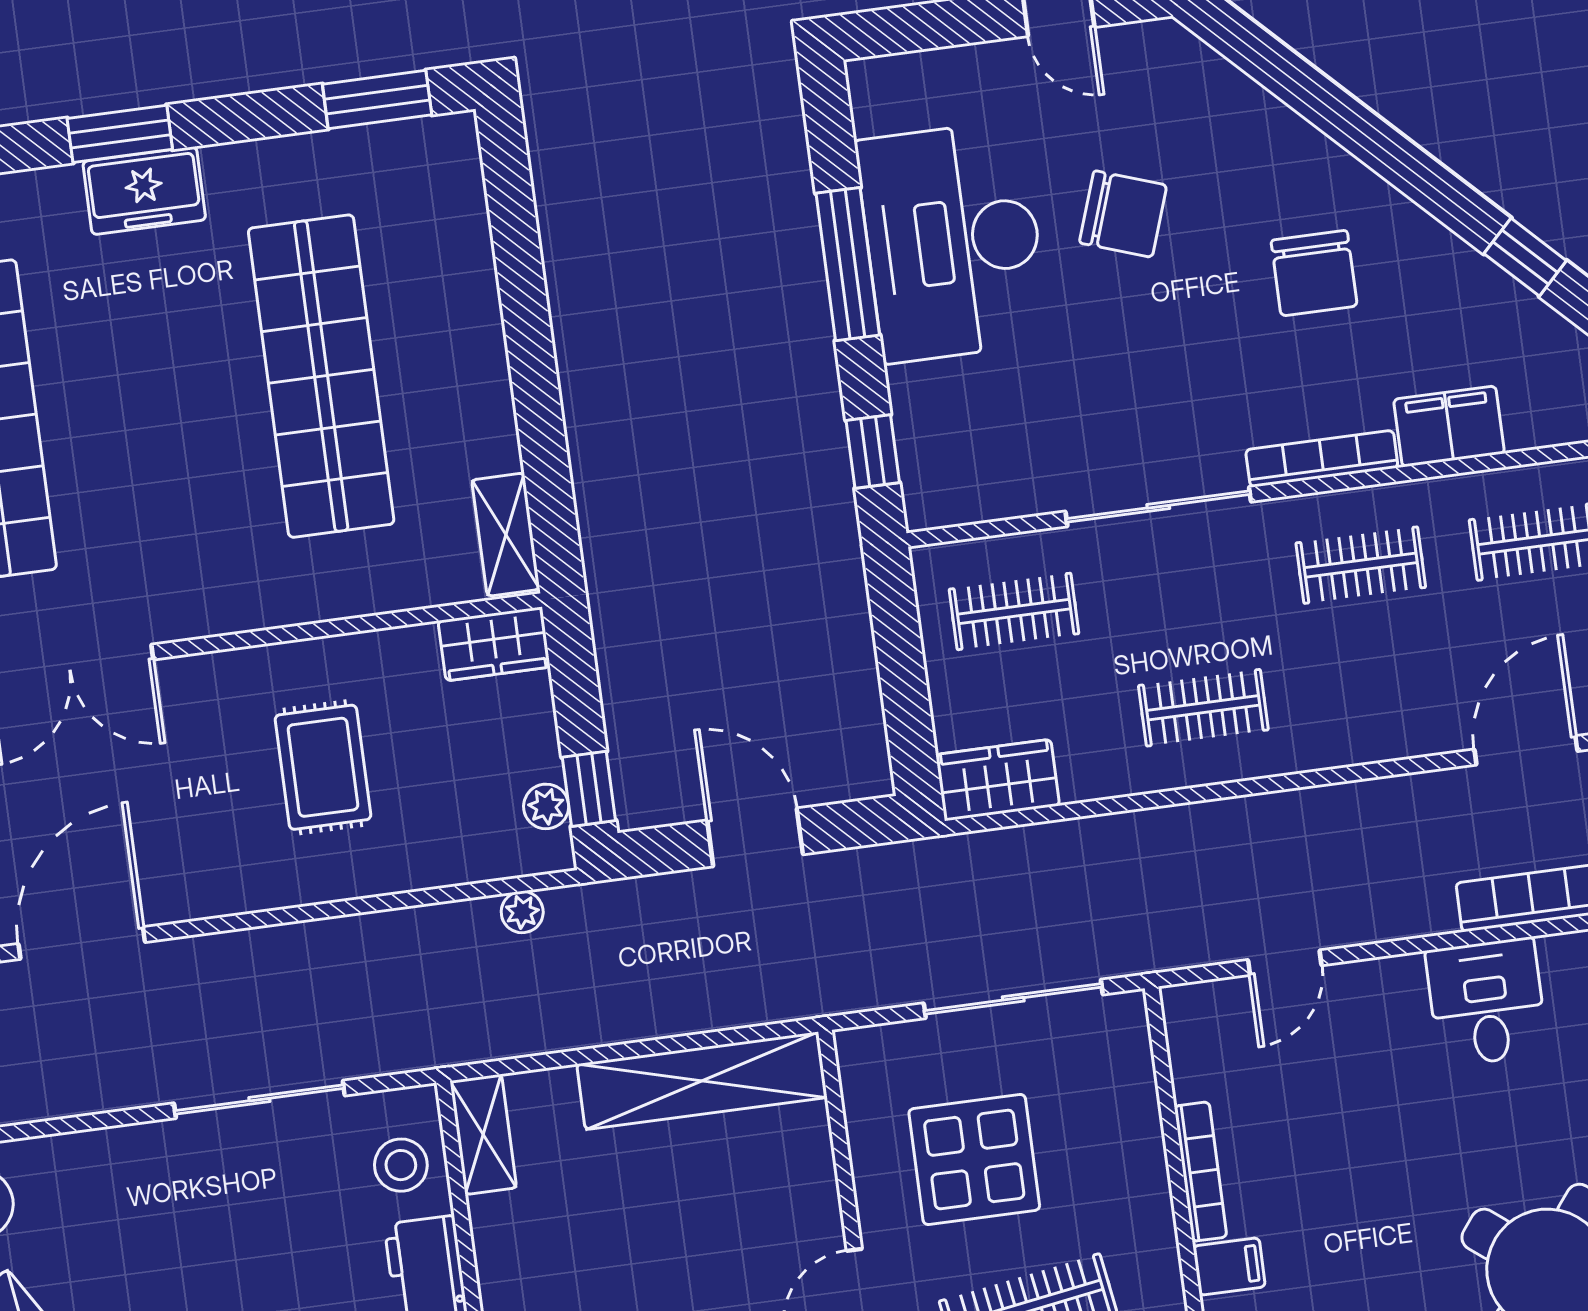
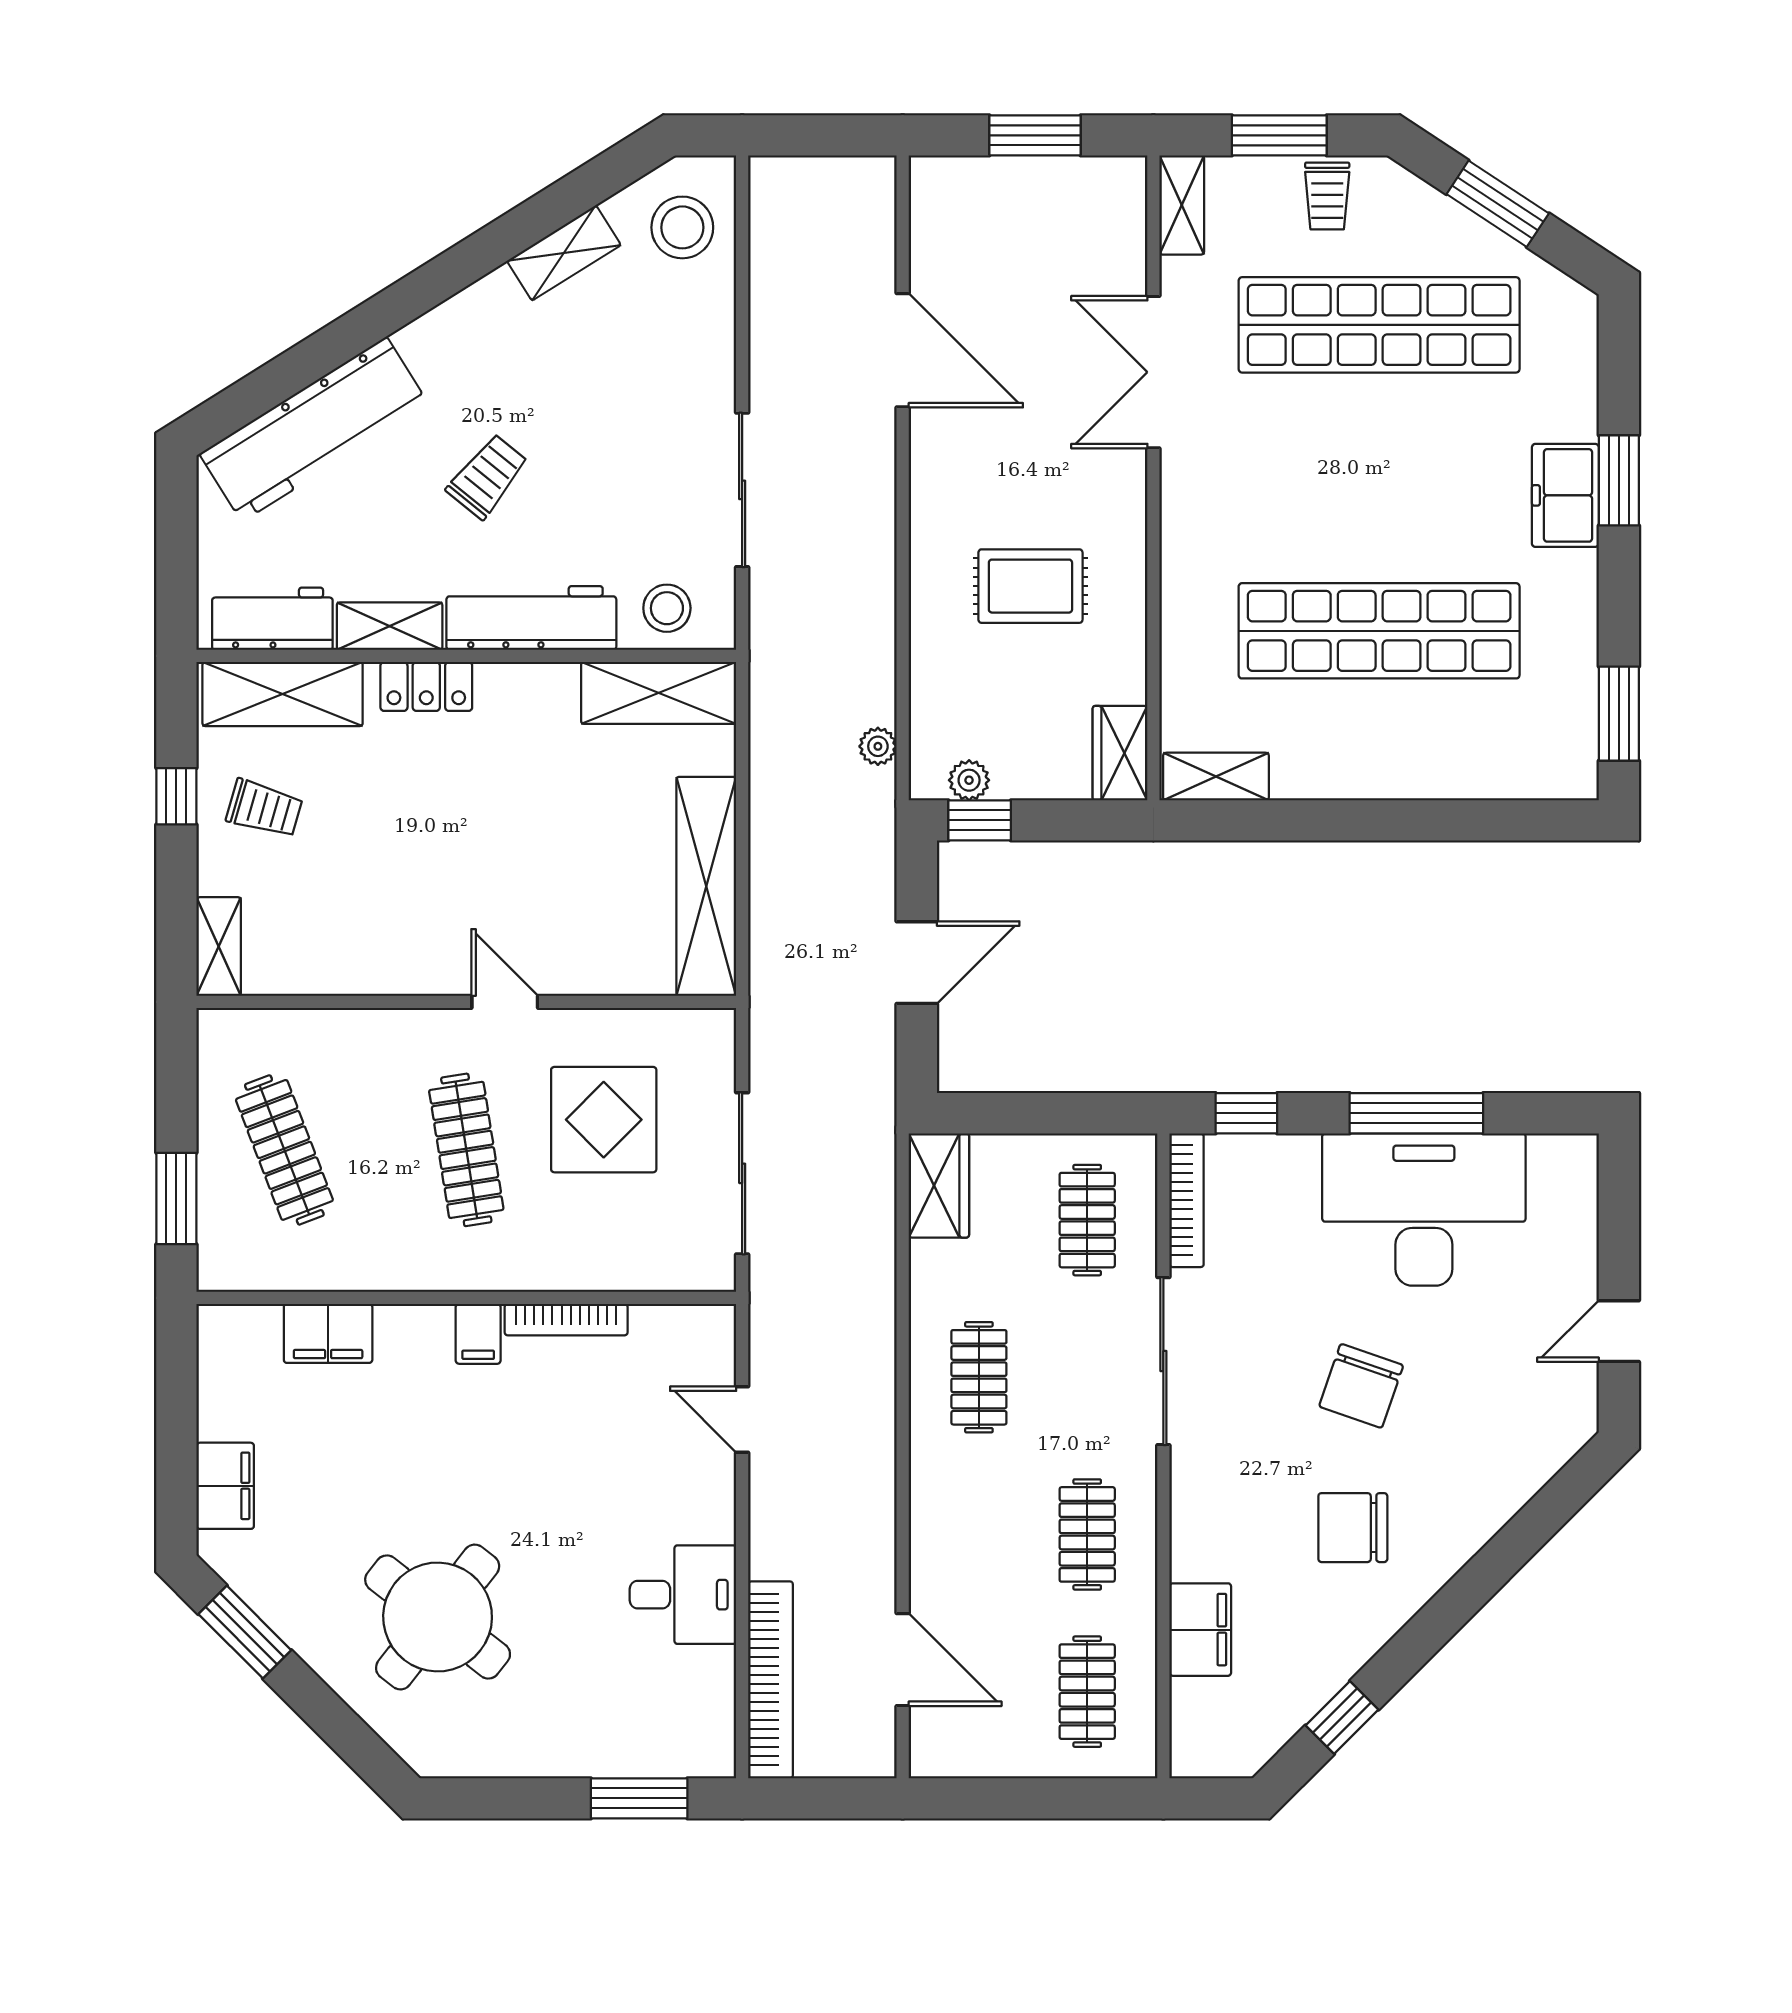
chair: (1123, 214) -> (1361, 1386), moved
bookcase: (1322, 459) -> (1187, 1200), moved
shelving: (483, 1134) -> (659, 693), width x1.50, depth x1.33

